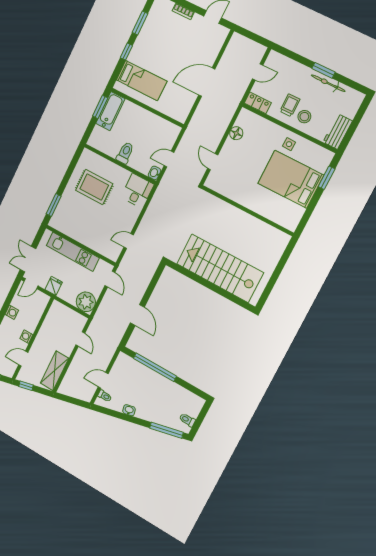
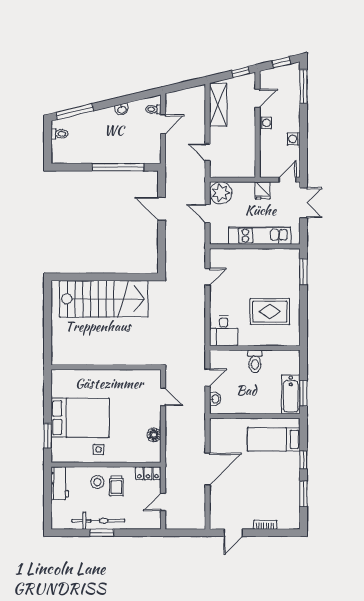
bicycle: (328, 83) -> (98, 521), width x1.37, depth x1.40
washbasin: (155, 173) -> (215, 399), moved
door: (110, 279) -> (207, 214), moved

